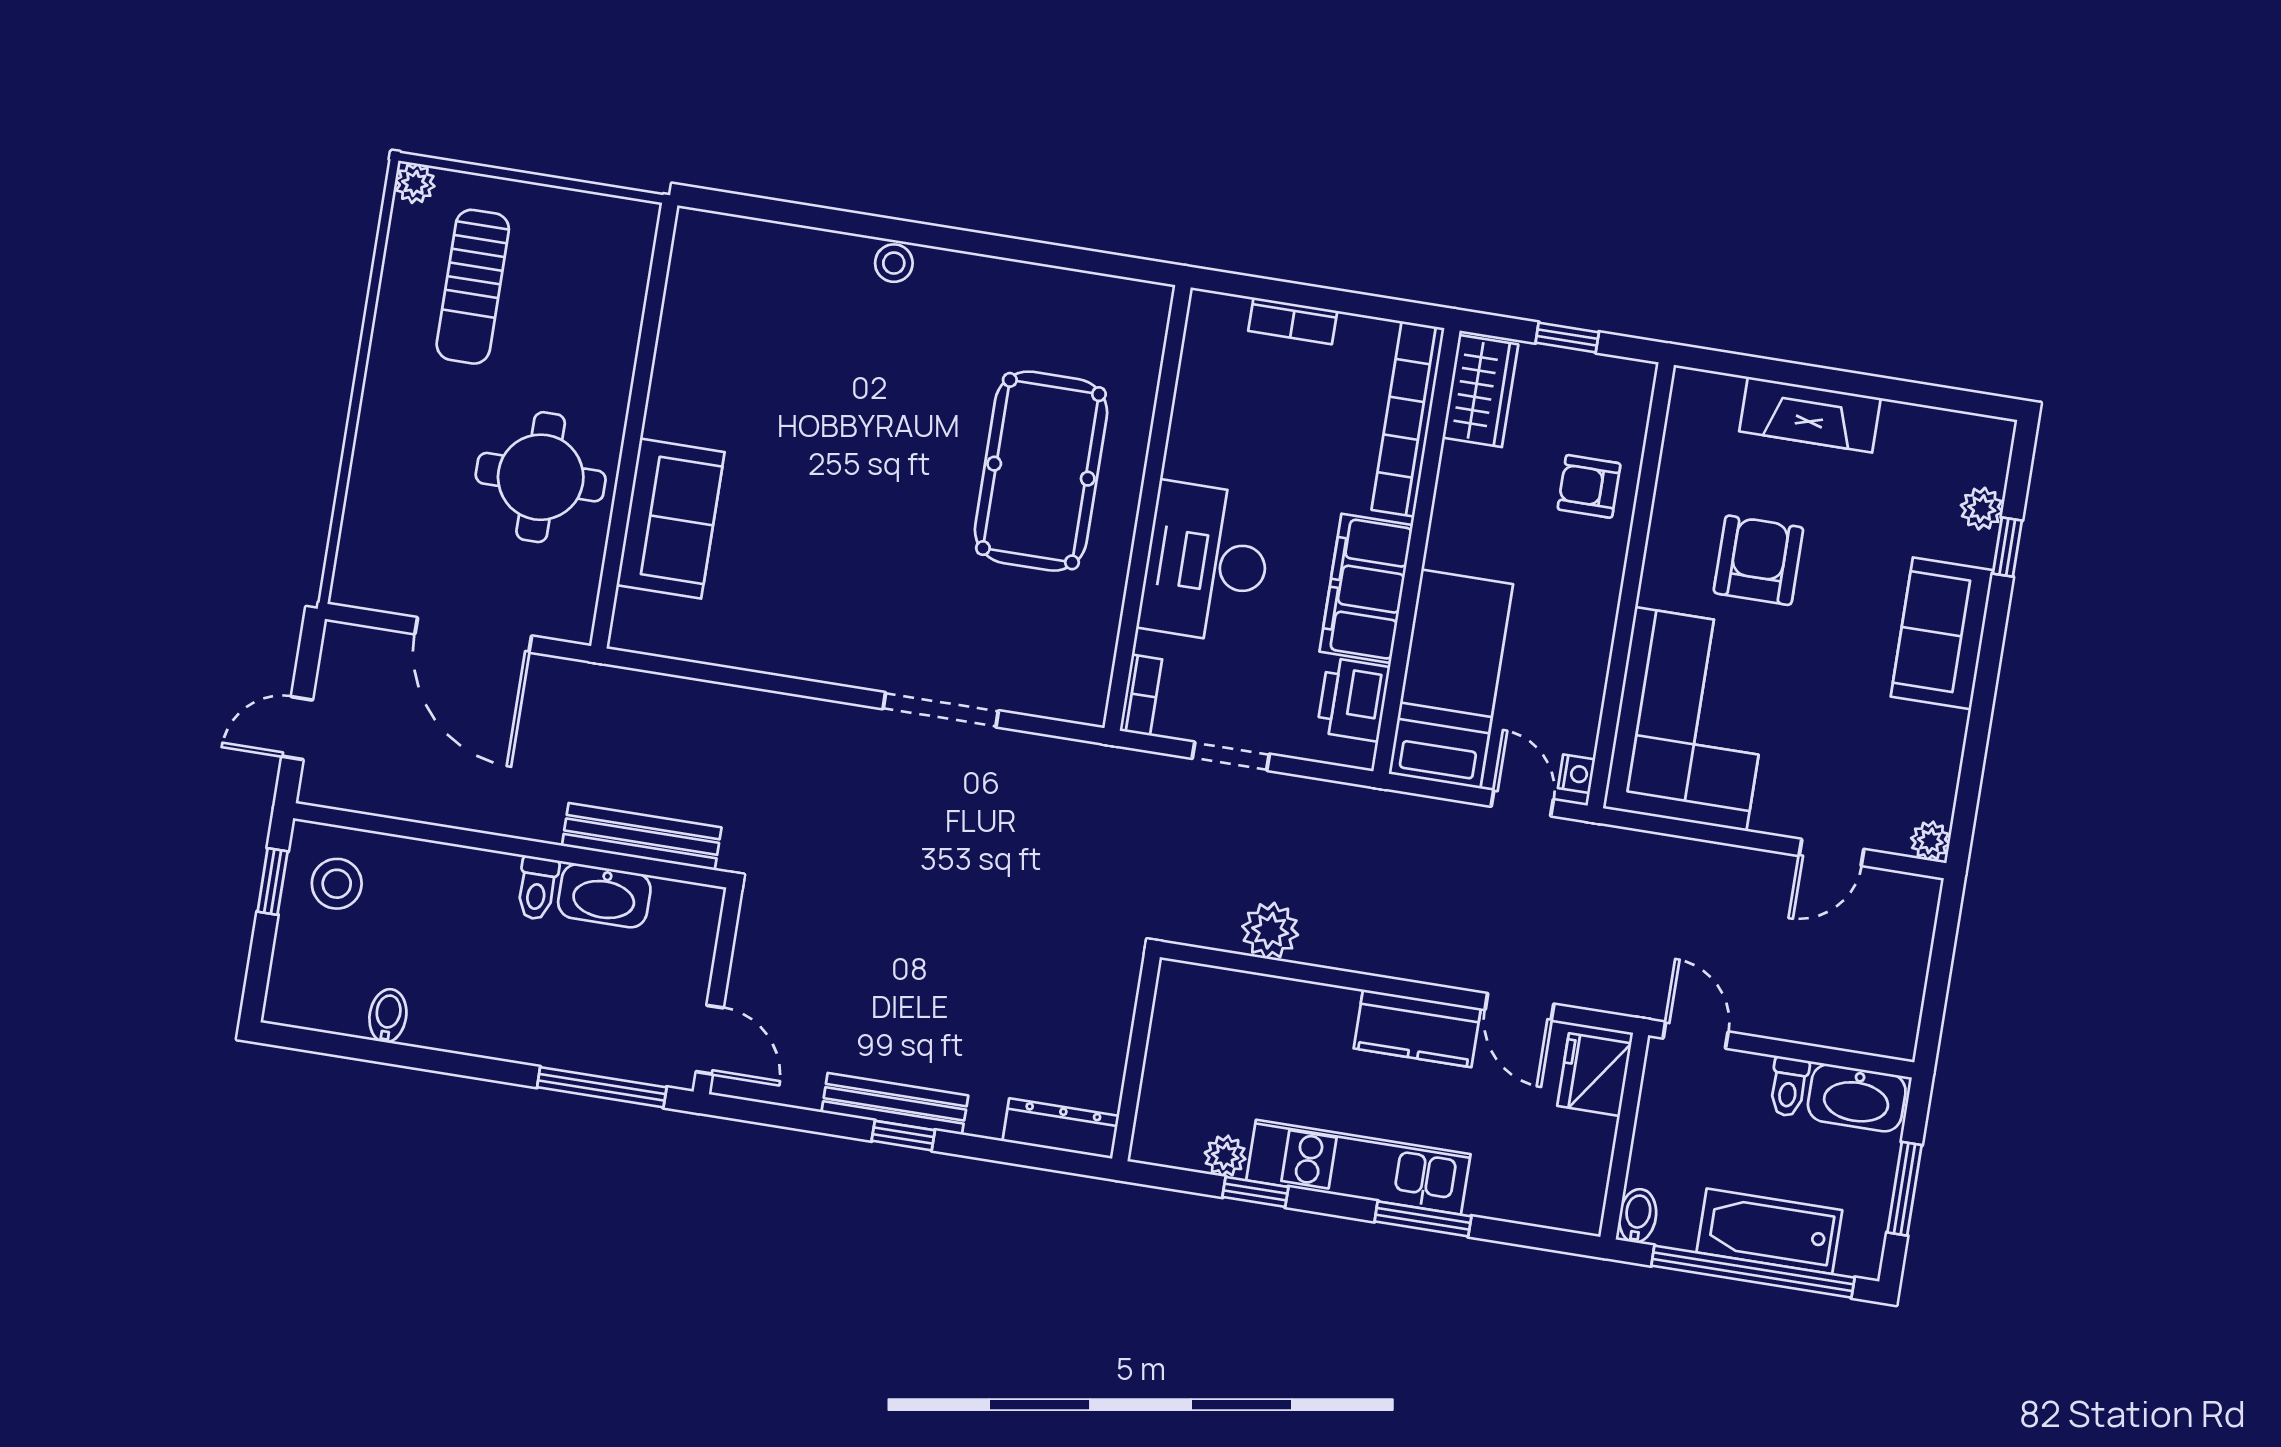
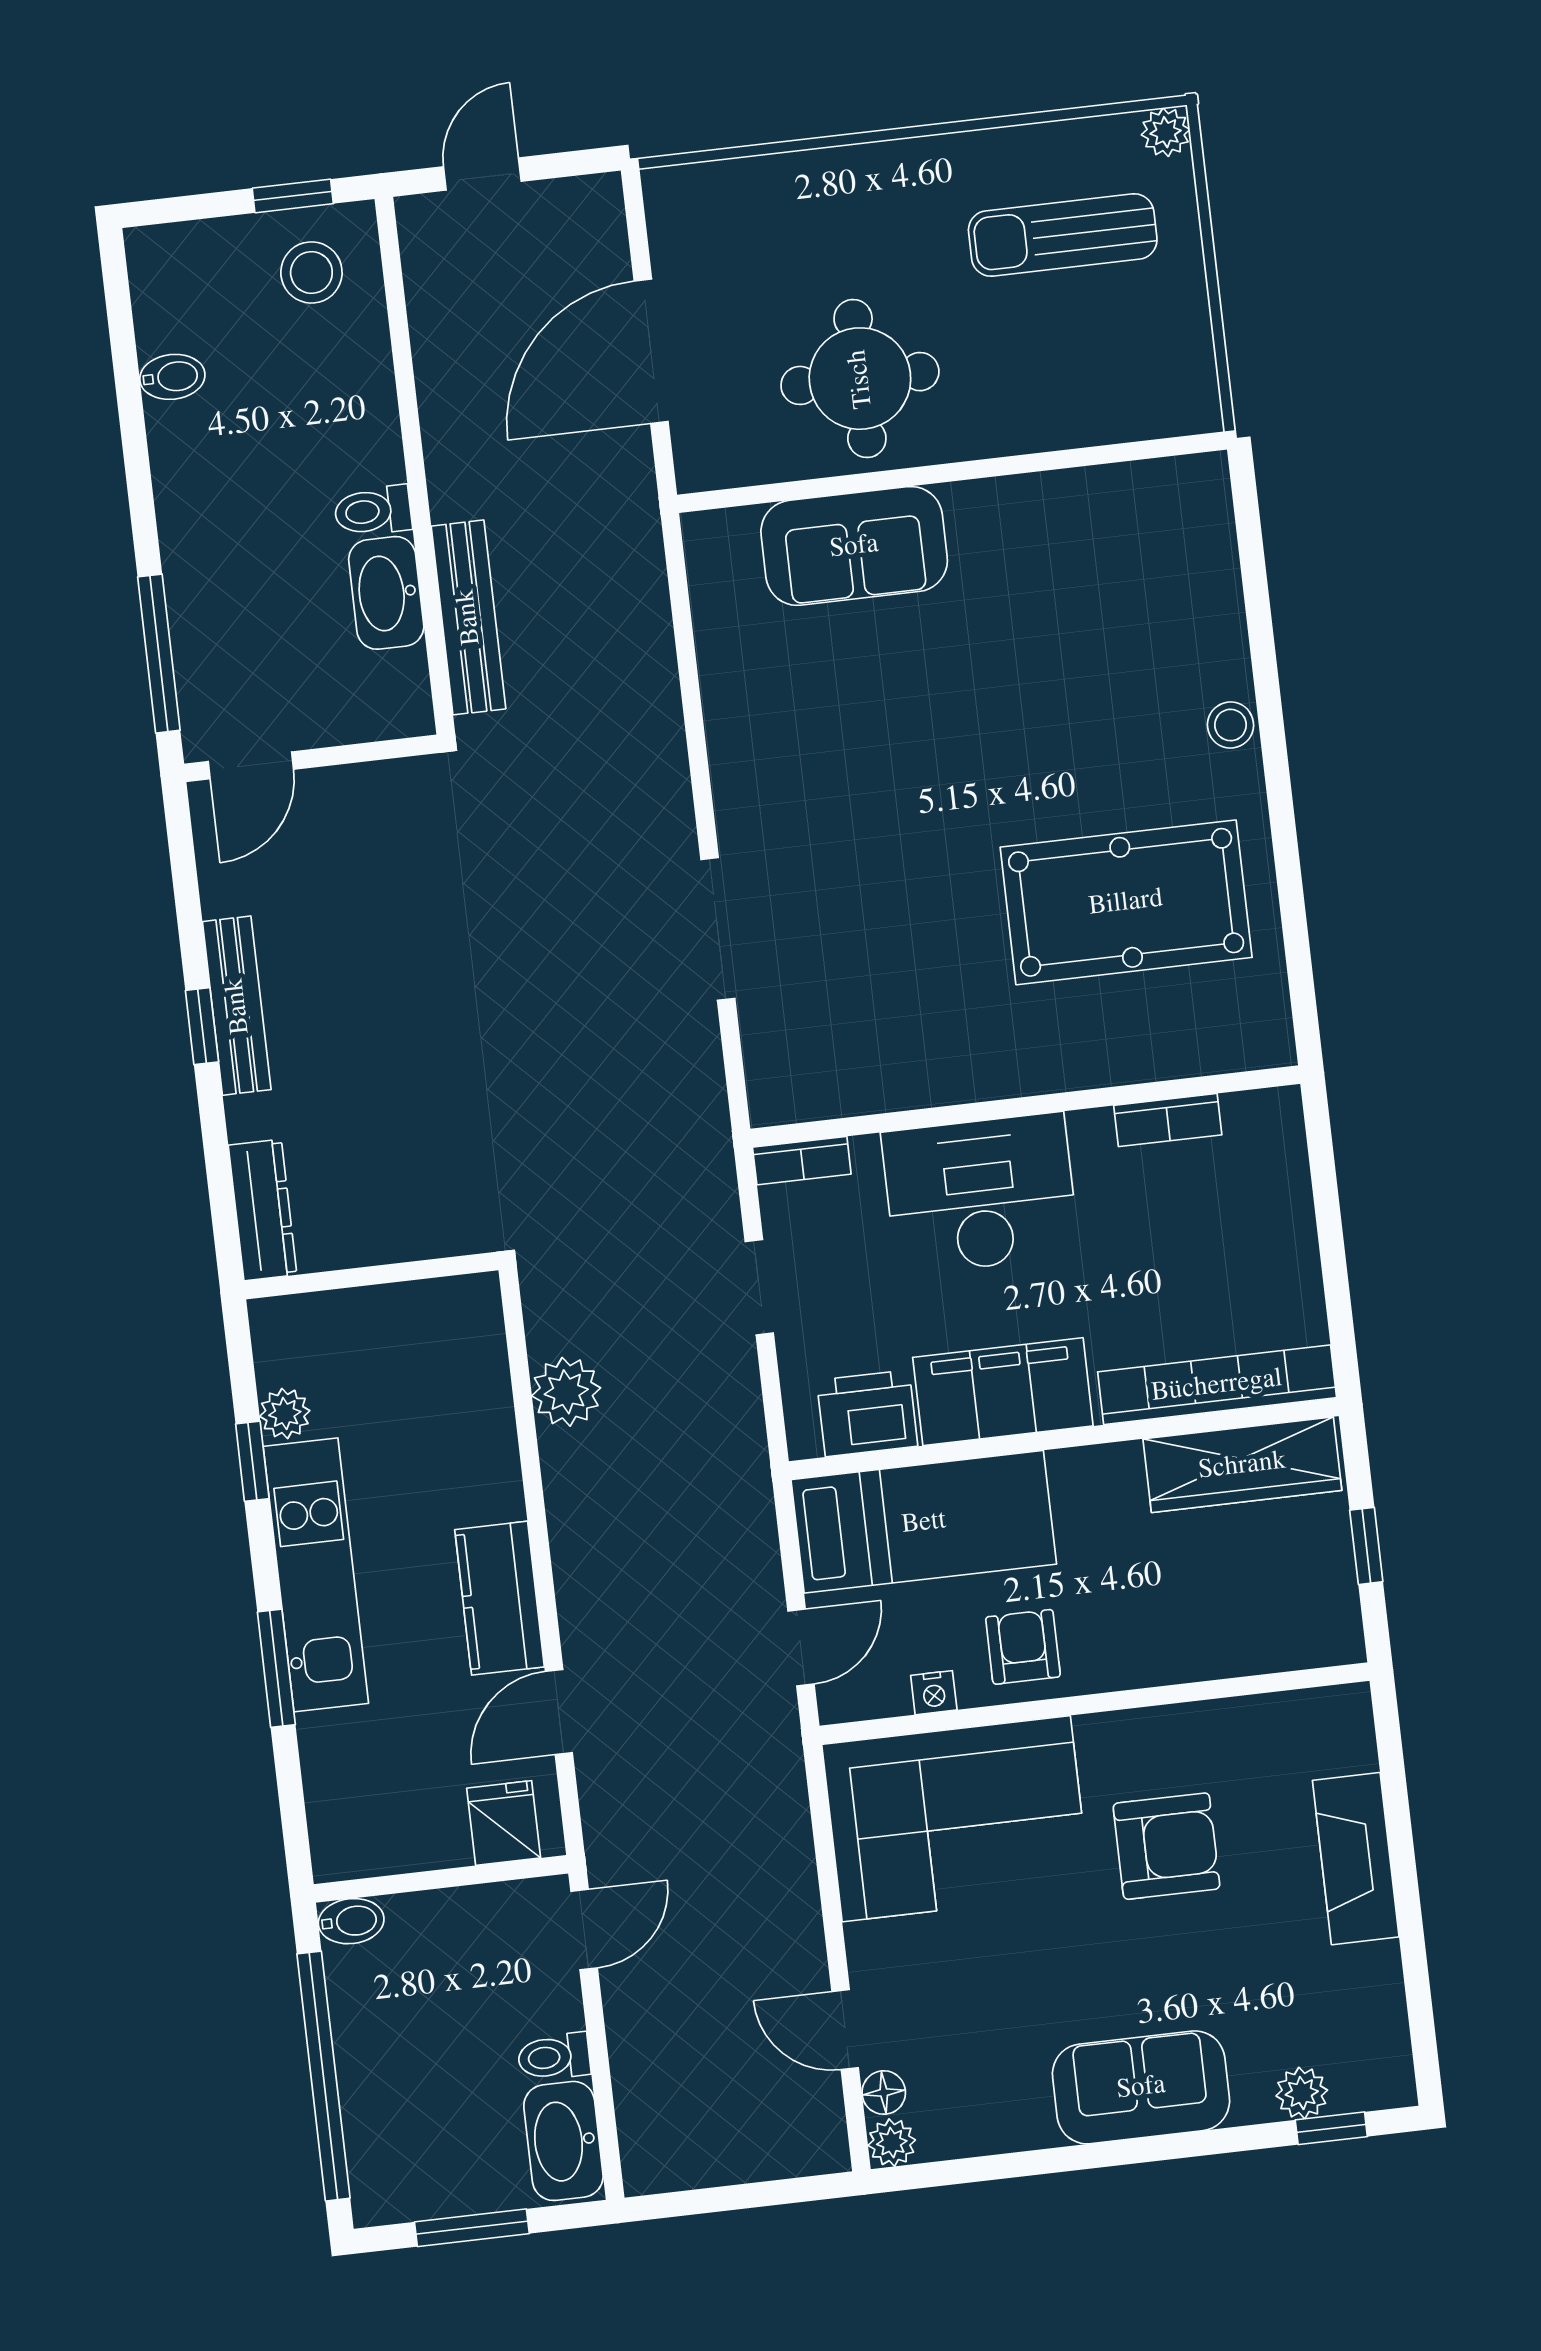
bookcase: (1293, 321) -> (1168, 1120), moved, turned -90
wardrobe: (1480, 391) -> (1242, 1465), width x1.50
pool table: (1041, 471) -> (1126, 902), moved
armchair: (1589, 486) -> (1023, 1647), moved
window: (2007, 547) -> (1331, 2128), moved
door: (297, 728) -> (482, 174), hinge flipped
nightstand: (1576, 774) -> (934, 1693), moved
floor lamp: (1889, 836) -> (884, 2093), added
fridge: (1594, 1075) -> (504, 1823), width x0.72
bathtub: (1769, 1231) -> (377, 2082), removed

